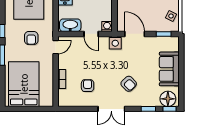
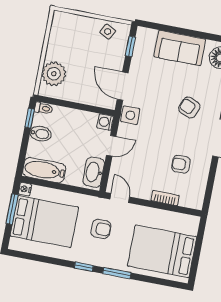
door: (135, 34) -> (123, 86), hinge flipped
armchair: (129, 84) -> (189, 108), turned -113

